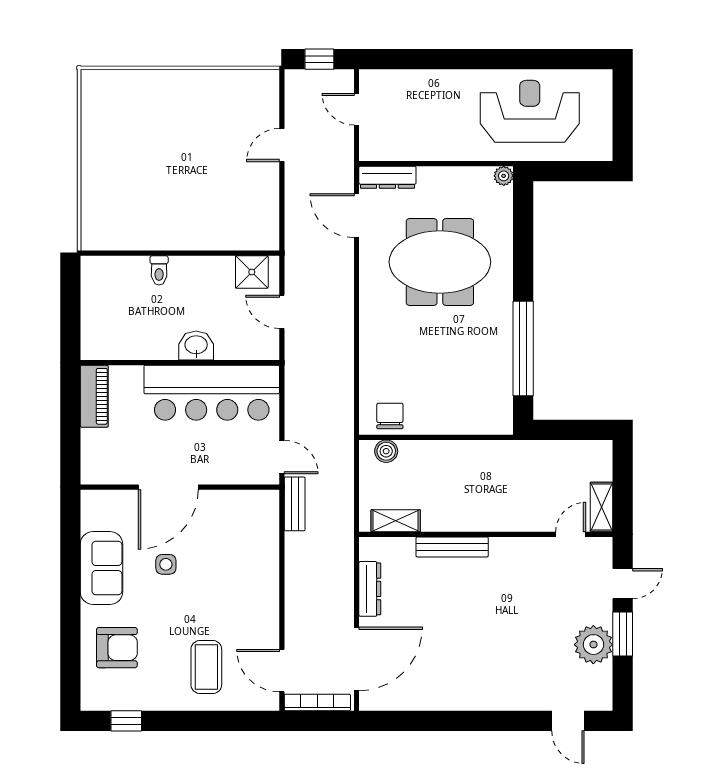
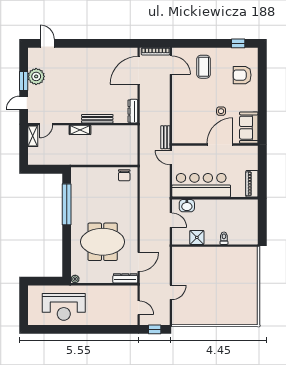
door: (357, 216) -> (139, 262), hinge flipped
shower: (252, 272) -> (197, 237), moved
washbasin: (196, 346) -> (187, 206), moved
boiler: (386, 451) -> (126, 160), removed
shelving: (396, 521) -> (80, 130), moved
sofa: (101, 568) -> (249, 128), moved
dresser: (370, 589) -> (133, 111), moved

